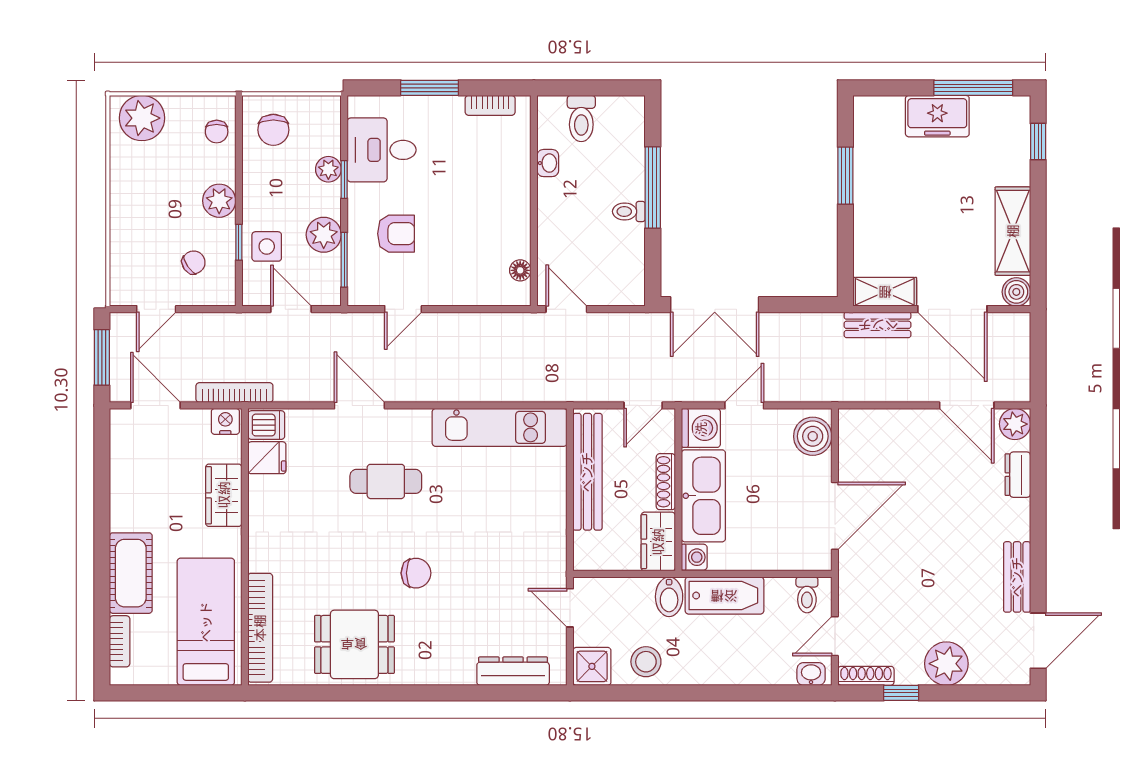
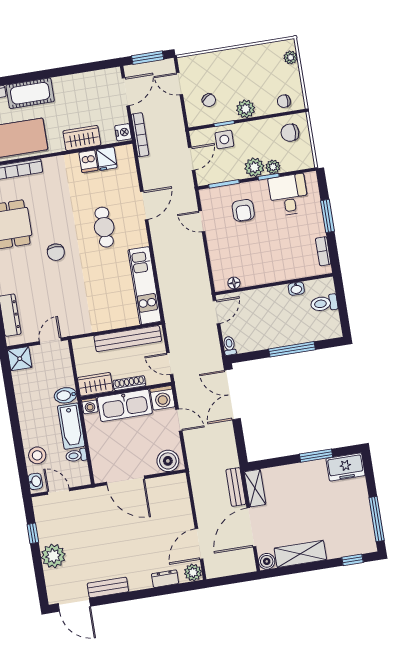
freezer: (937, 116) -> (346, 467), moved, turned -90
plant: (142, 118) -> (291, 57), width x0.53, depth x0.53
toilet: (629, 211) -> (229, 346), moved
plant: (324, 235) -> (254, 167), moved
dishwasher: (266, 425) -> (88, 161), moved
toilet: (807, 595) -> (76, 455), moved
stool: (646, 662) -> (37, 455), moved
shoe rack: (866, 676) -> (39, 512), removed

